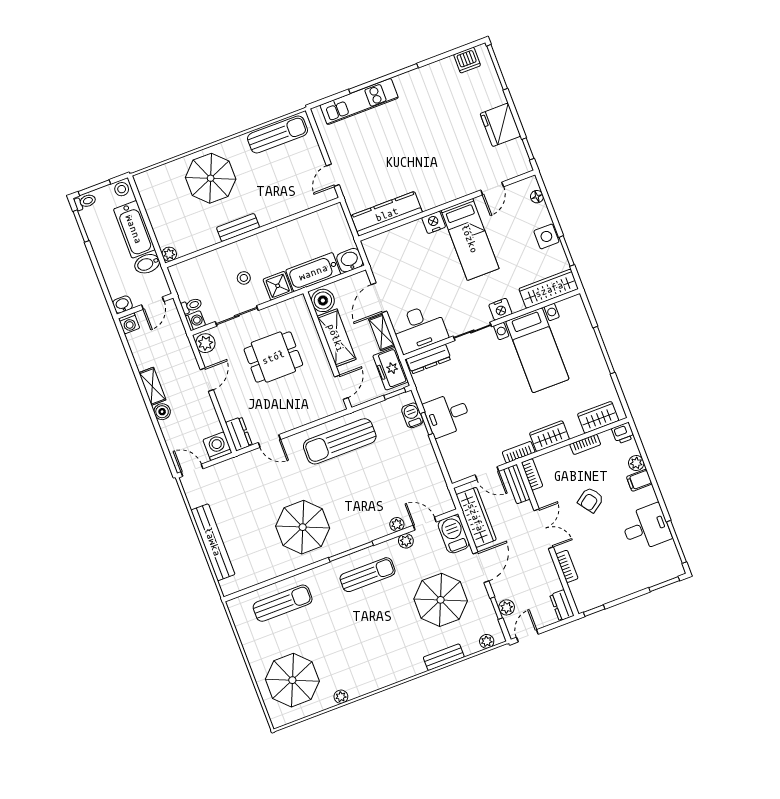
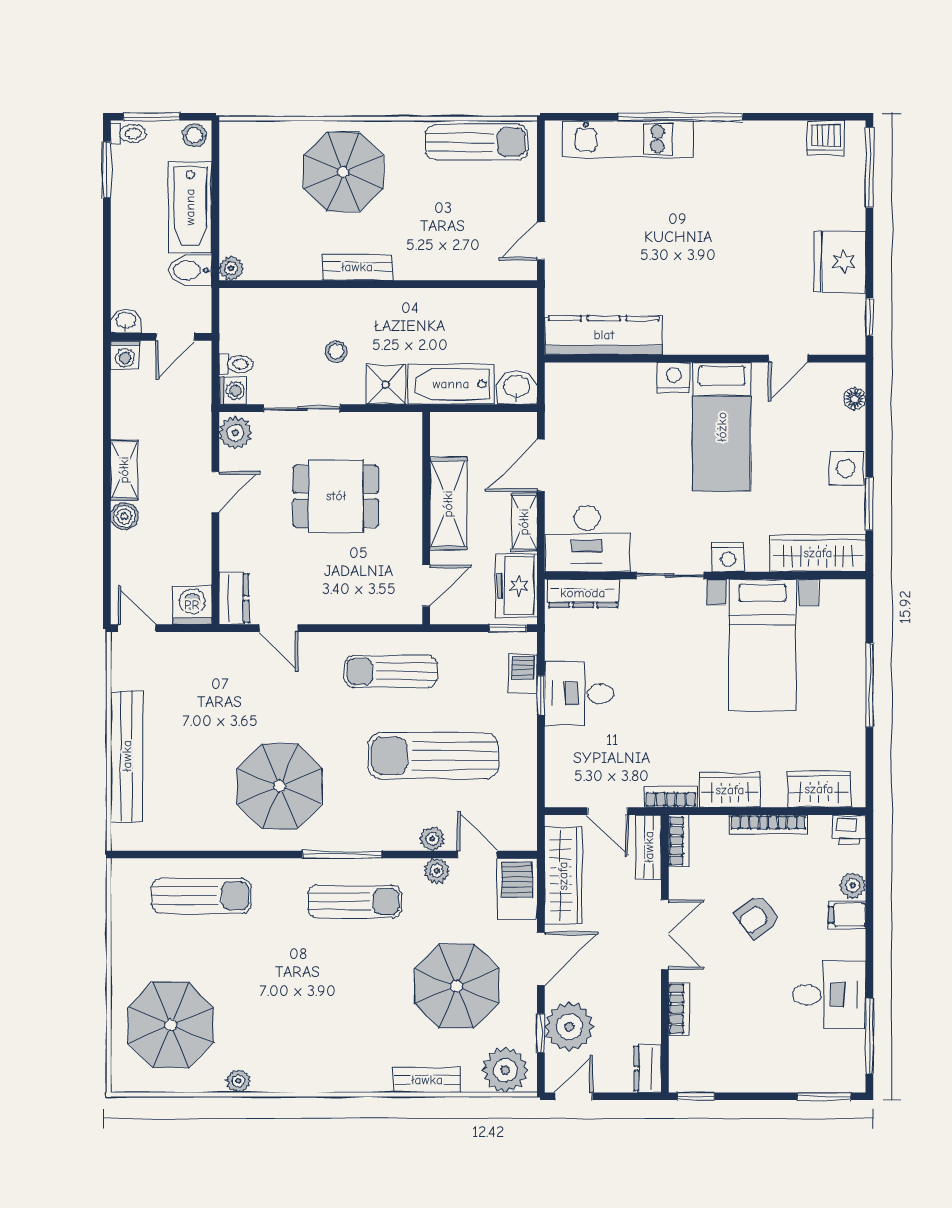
boiler: (323, 300) -> (449, 435), removed
sun lounger: (340, 441) -> (391, 671), width x0.73, depth x0.75
bookcase: (585, 444) -> (768, 825), width x1.56
sun lounger: (380, 479) -> (433, 756), added
plant: (507, 607) -> (569, 1027), width x1.88, depth x1.88
plant: (487, 641) -> (505, 1070), width x1.88, depth x1.88

